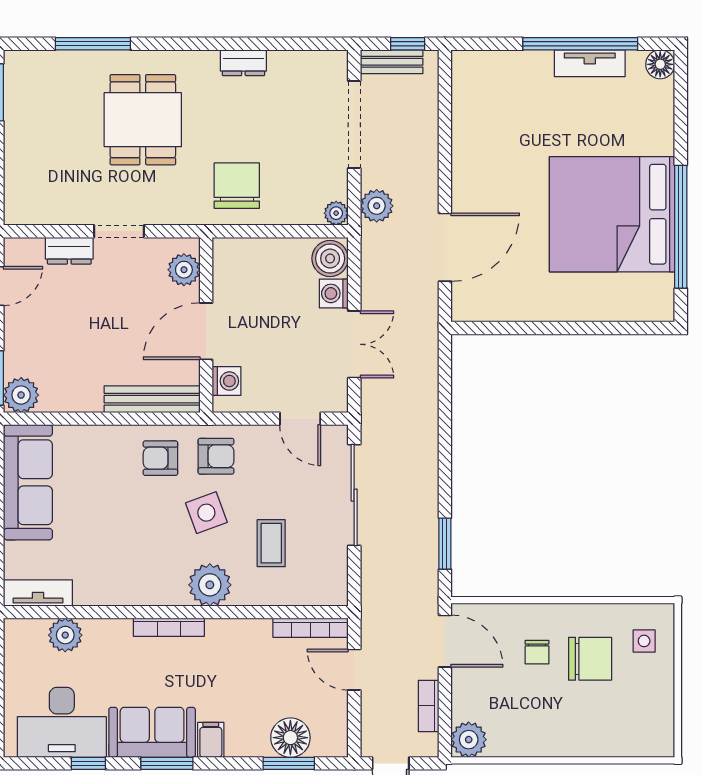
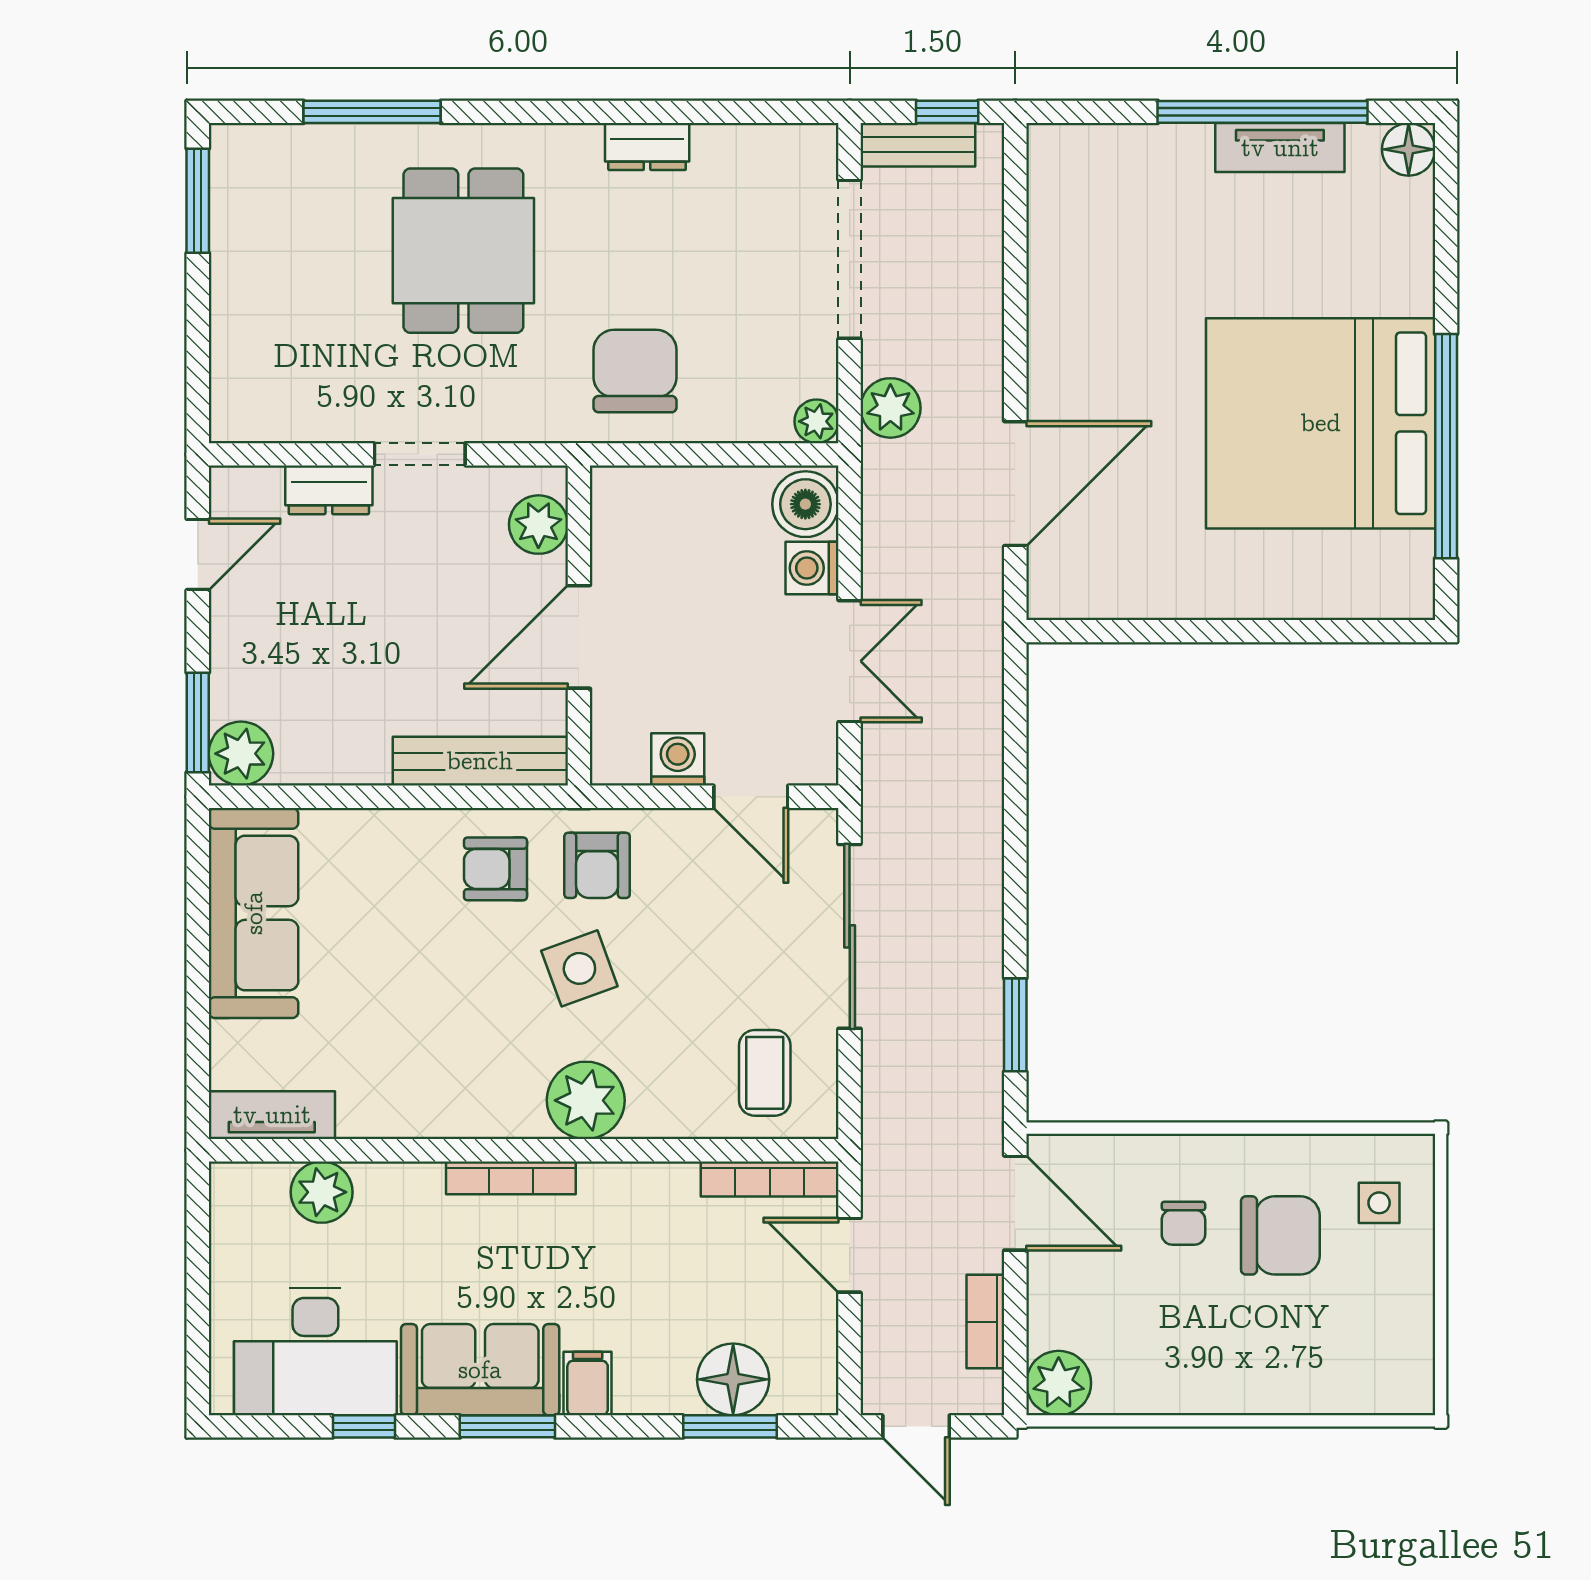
washing machine: (226, 381) -> (678, 759), moved, turned -90
armchair: (216, 456) -> (597, 865), turned 90
coffee table: (271, 543) -> (765, 1073), moved

